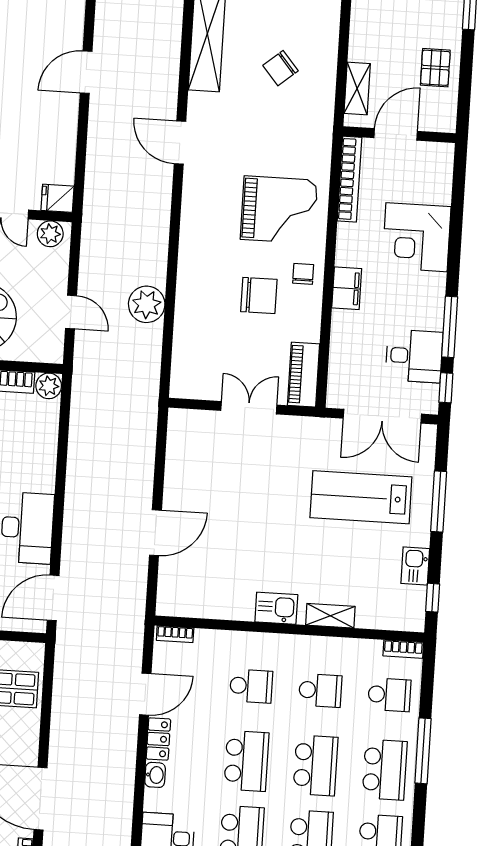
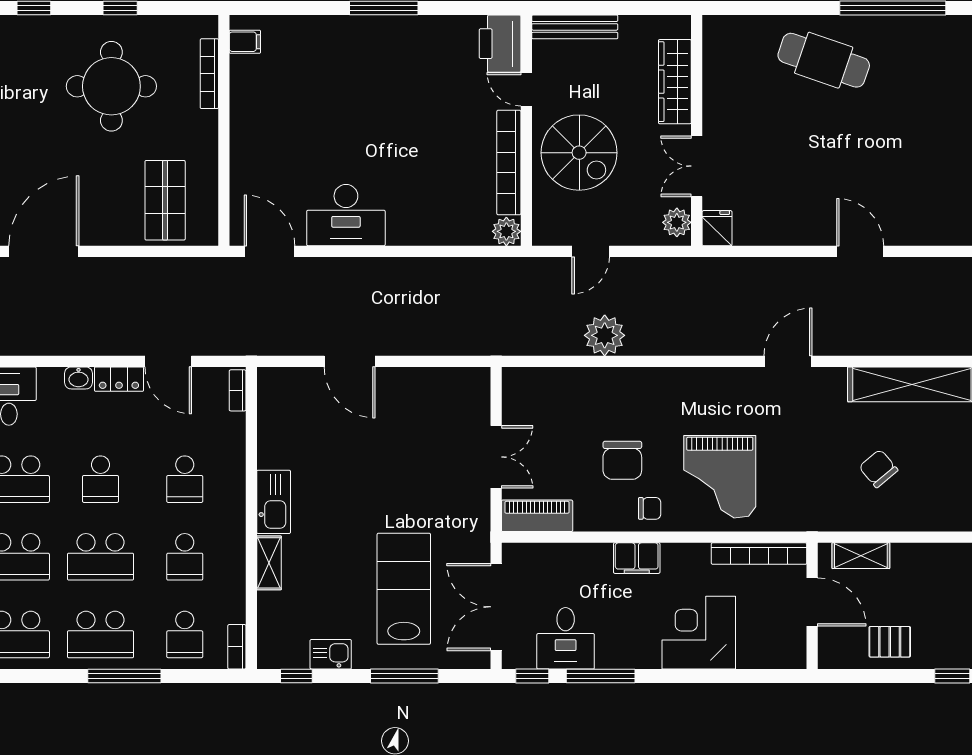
kitchen sink: (276, 608) -> (274, 502), width x1.38
school desk: (246, 761) -> (101, 479), width x0.54

